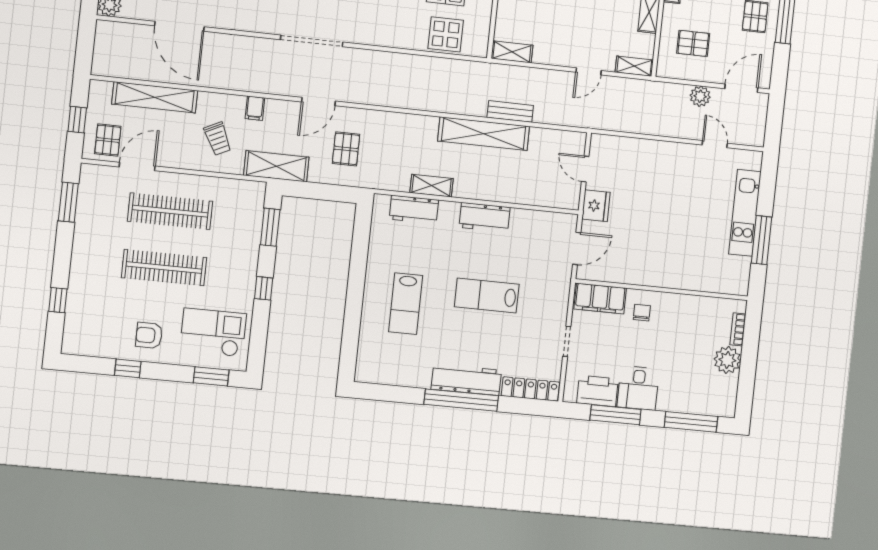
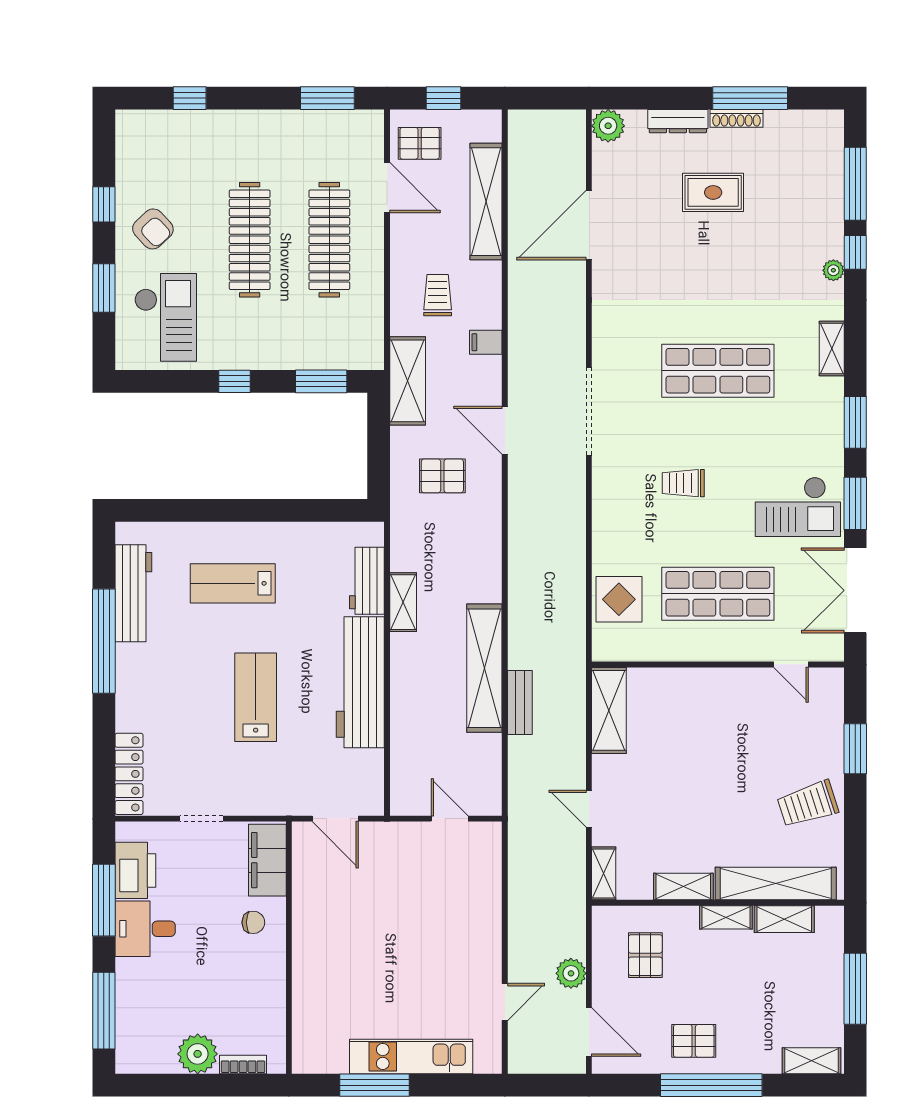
shelving: (512, 52) -> (609, 710), width x1.50, depth x1.33
trolley: (218, 139) -> (438, 295), turned 116
door: (585, 169) -> (450, 819), hinge flipped
fridge: (596, 206) -> (399, 840), removed
workbench: (485, 217) -> (360, 682), width x1.88, depth x1.32
armchair: (149, 335) -> (153, 229), turned 137
window: (211, 376) -> (104, 288), moved
workbench: (466, 380) -> (133, 593), moved
window: (461, 400) -> (104, 641), moved

